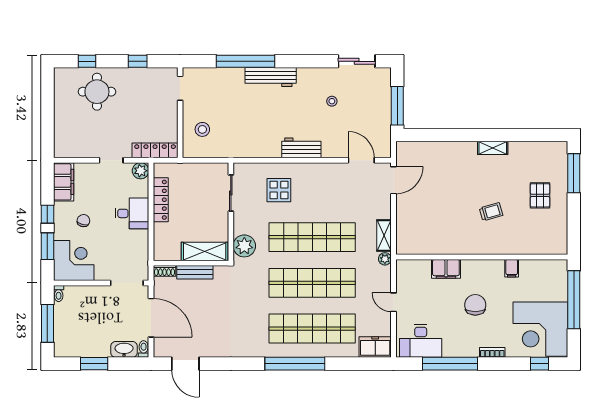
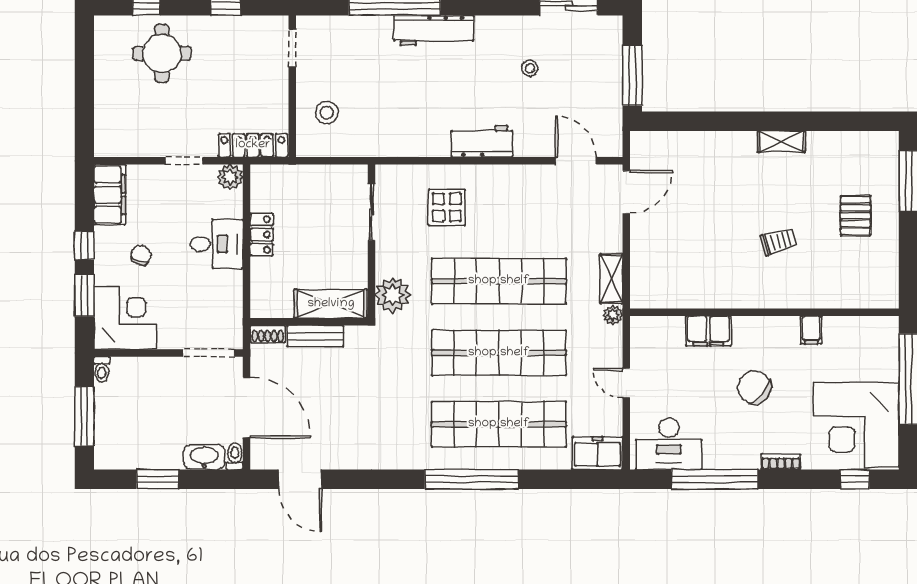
locker: (161, 200) -> (262, 235), width x0.66
chair: (475, 305) -> (754, 387), turned -49

